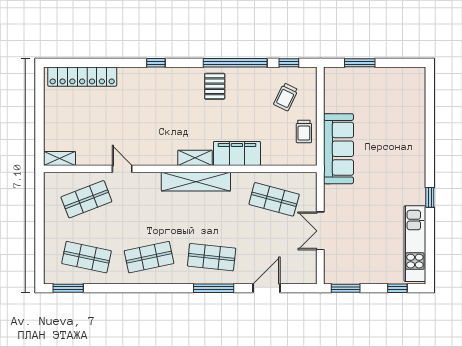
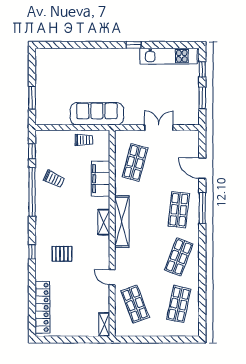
pallet: (215, 86) -> (62, 254), moved
trolley: (286, 97) -> (54, 179), moved
filing cabinet: (237, 153) -> (101, 179), moved
door: (122, 169) -> (112, 277), hinge flipped
double door: (320, 231) -> (159, 128), swing flipped
shop shelf: (149, 257) -> (179, 257), turned 33
window: (68, 288) -> (202, 318), removed
window: (346, 288) -> (202, 98), moved

